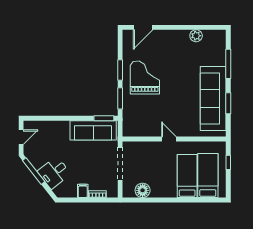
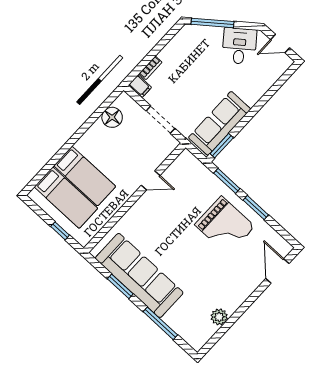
door: (21, 137) -> (280, 44), hinge flipped
door: (169, 139) -> (151, 180), moved
doorway: (120, 164) -> (160, 120), width x0.73
window: (34, 171) -> (212, 23), moved
desk: (54, 173) -> (239, 46), moved
filing cabinet: (83, 191) -> (140, 86), moved

